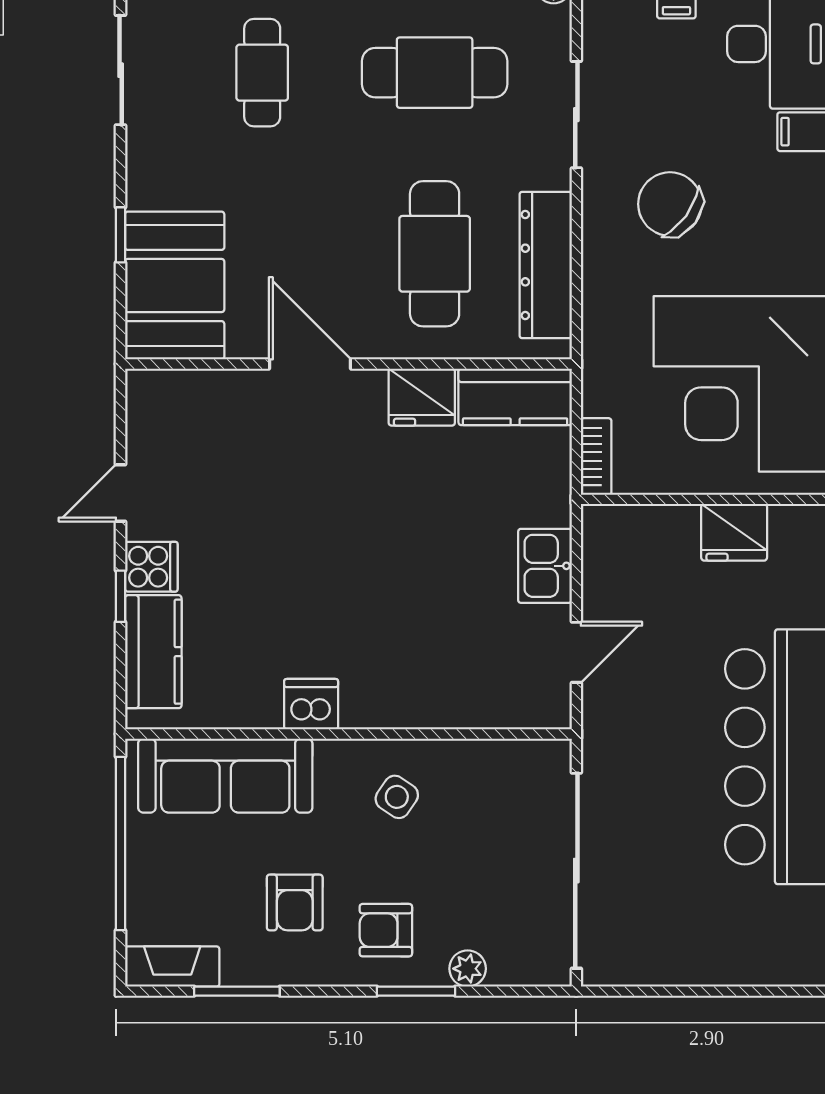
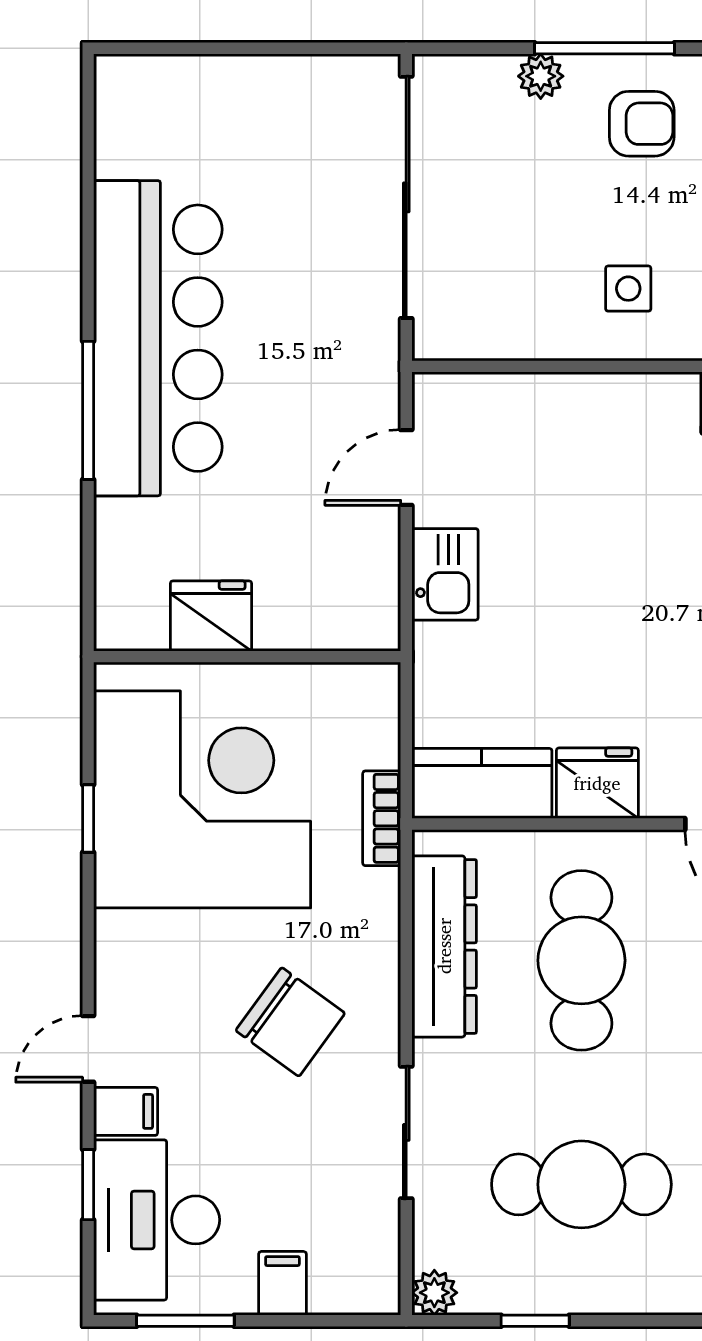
bookcase: (596, 457) -> (382, 818), moved
side table: (397, 797) -> (628, 289), turned -34
window: (416, 991) -> (604, 48), width x1.44

